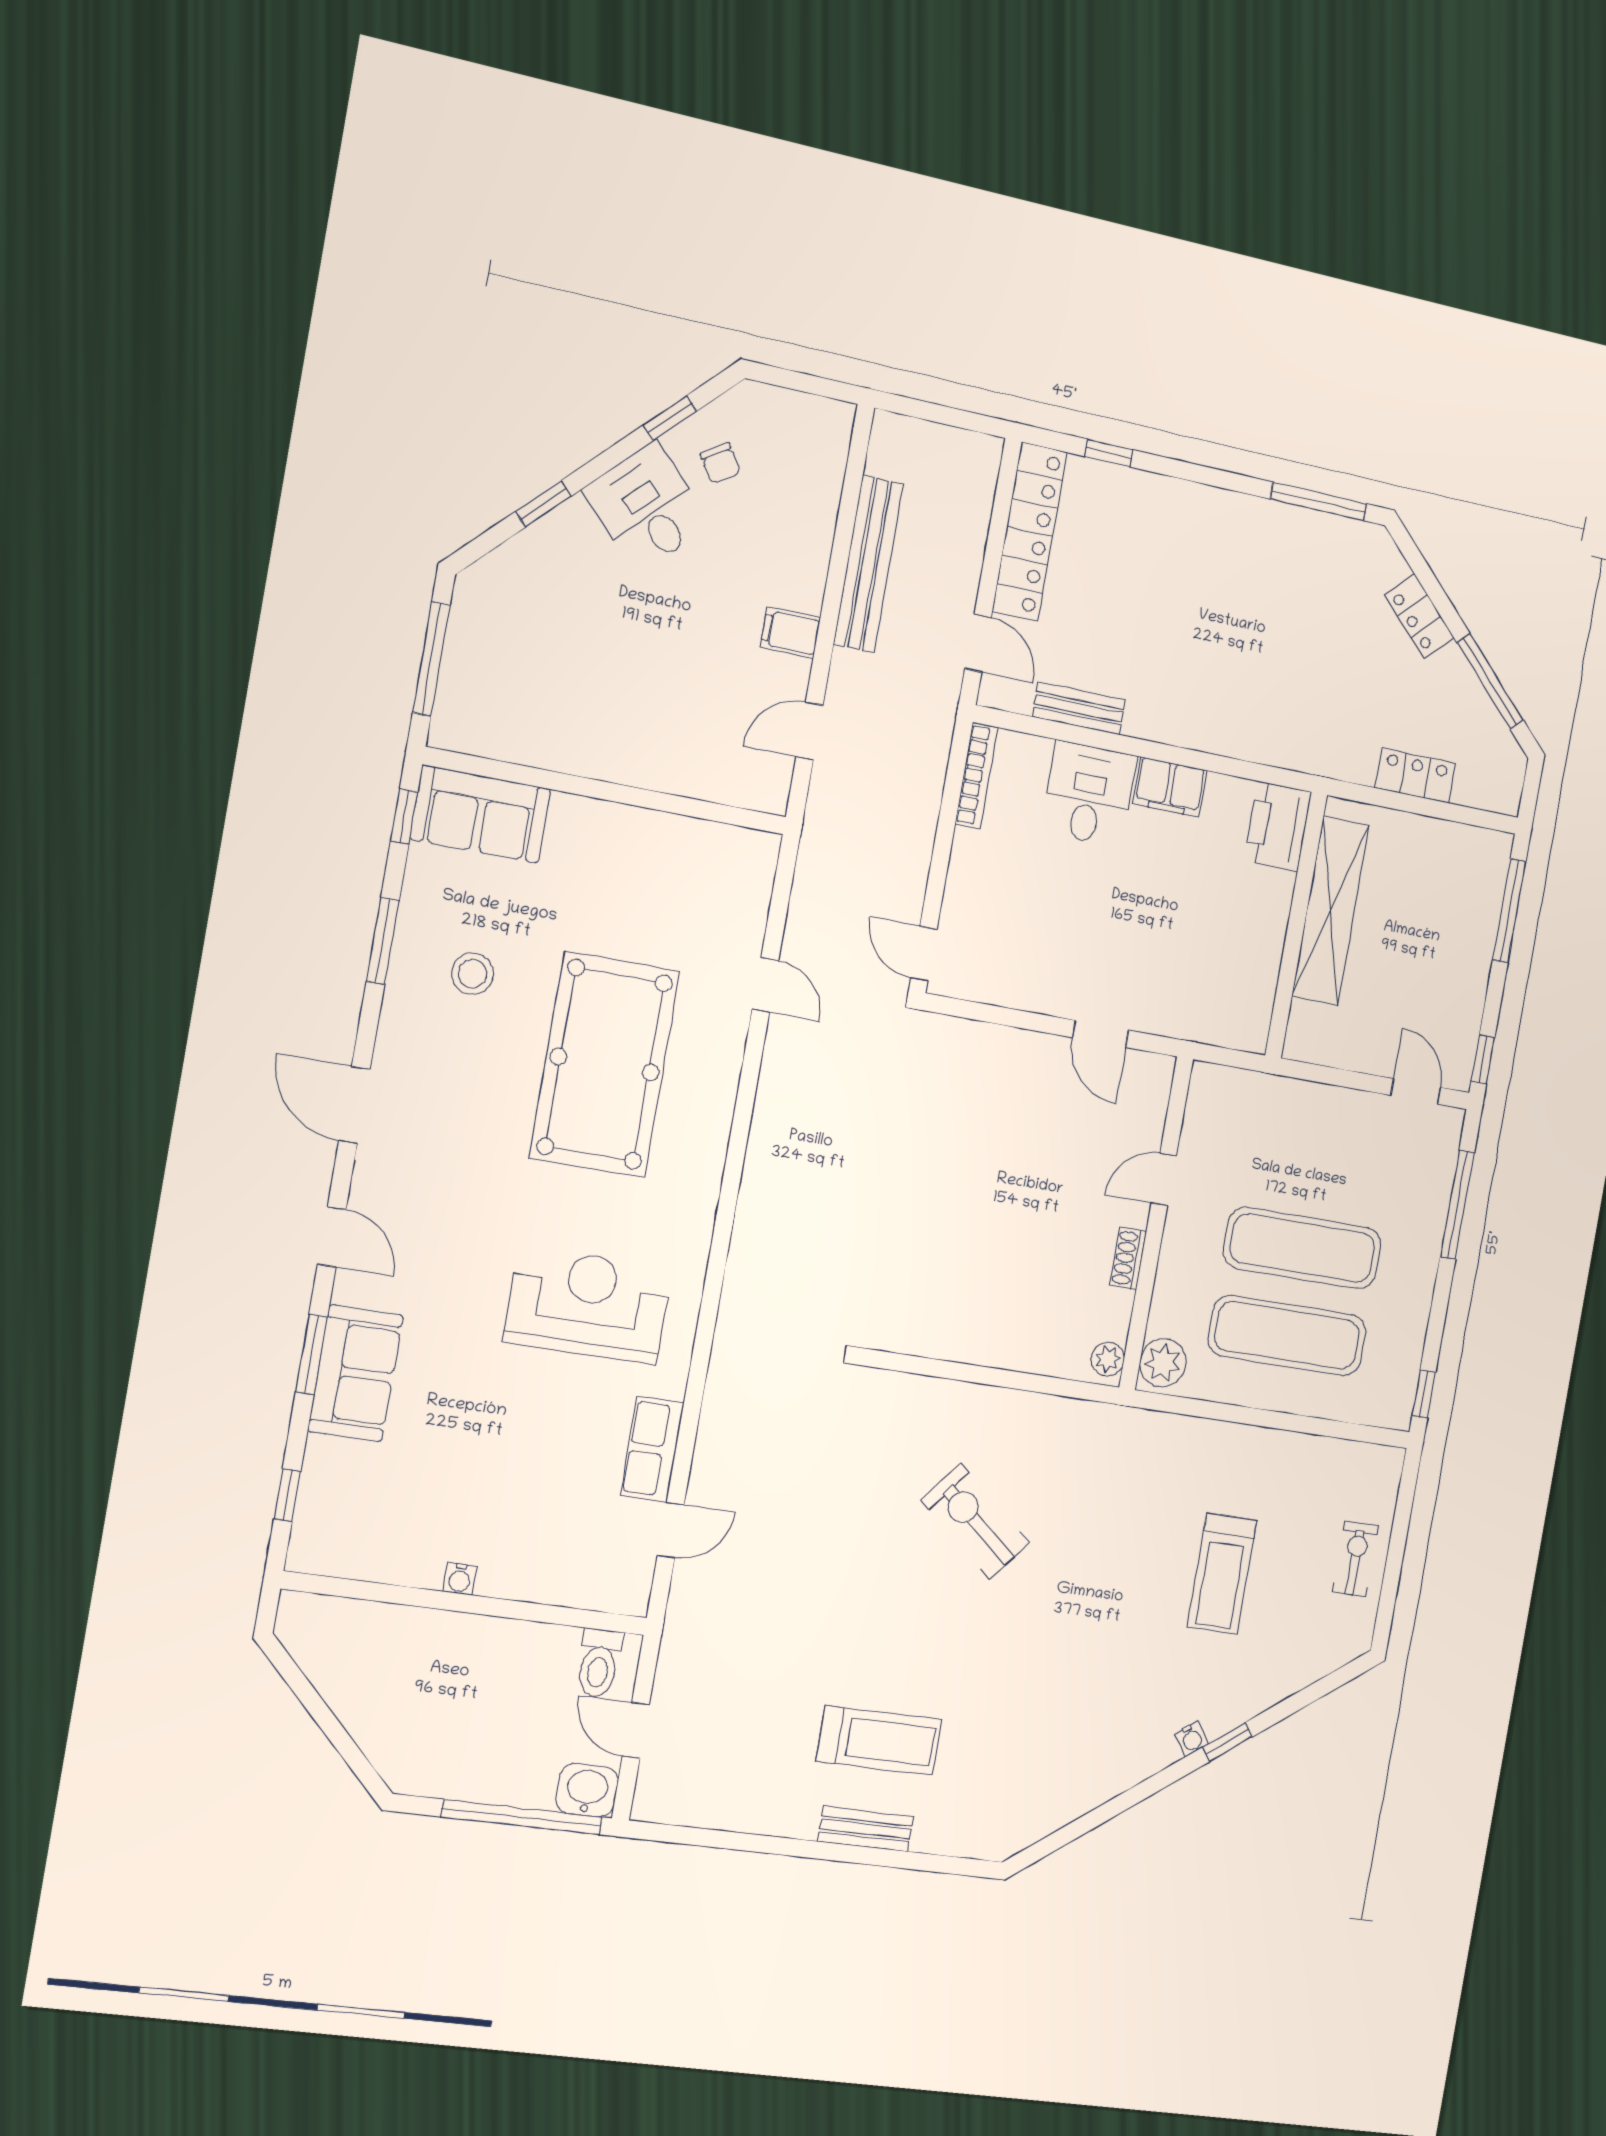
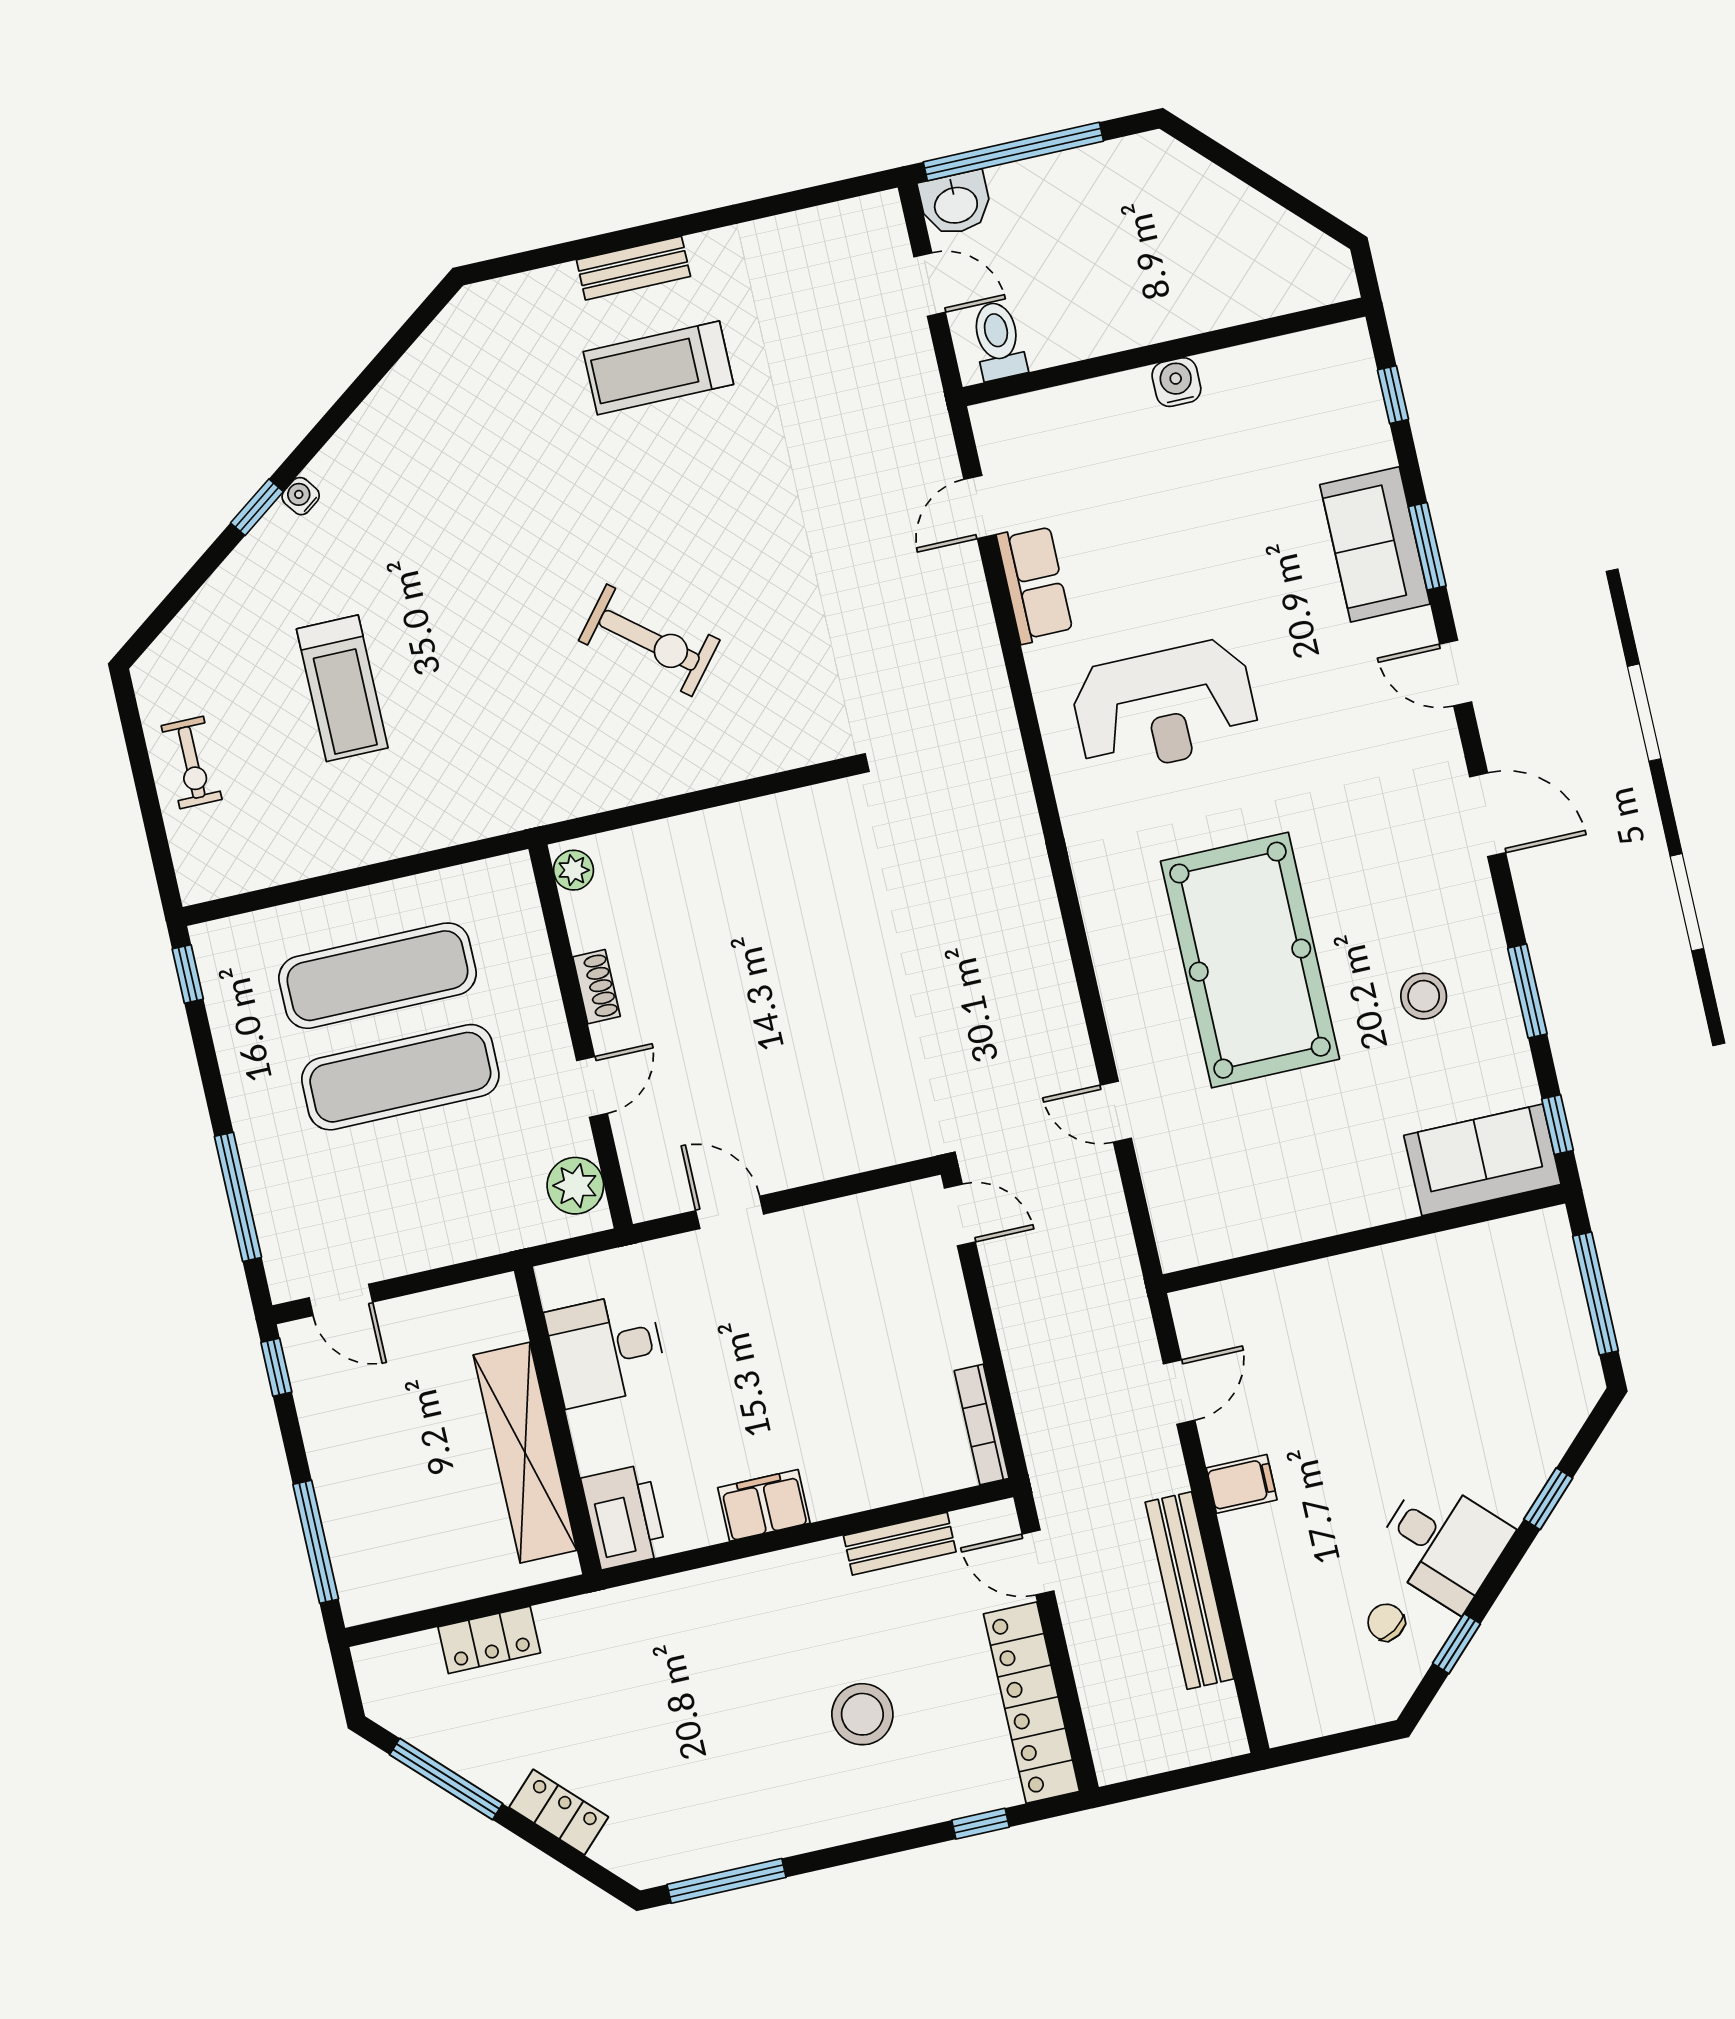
stool: (1163, 585) -> (862, 1714), added
desk: (1089, 794) -> (606, 1349), moved, turned 90
plant: (1163, 1363) -> (575, 1186), moved
treadmill: (1222, 1574) -> (342, 688), turned 180
water cooler: (460, 1579) -> (1176, 382), width x1.38, depth x1.38

